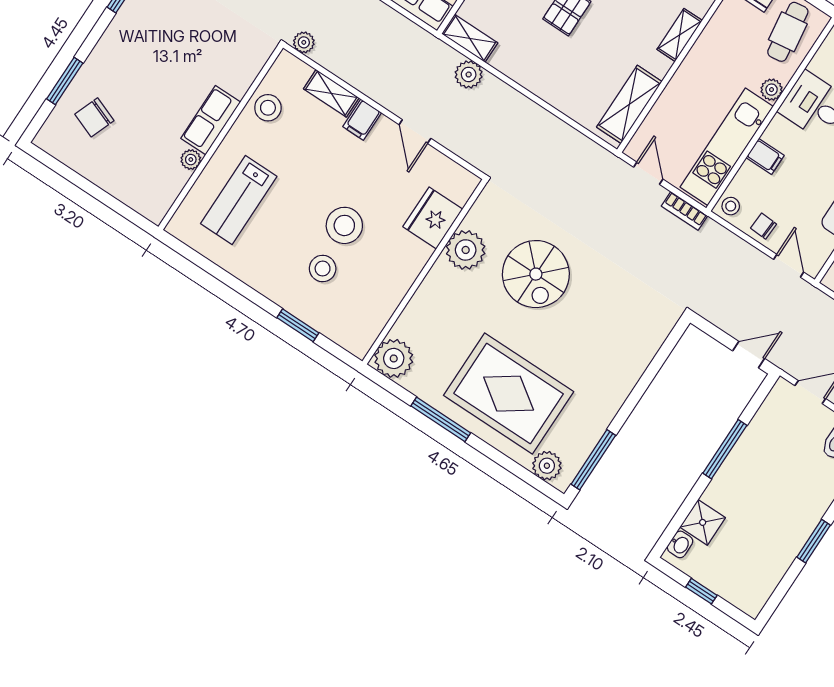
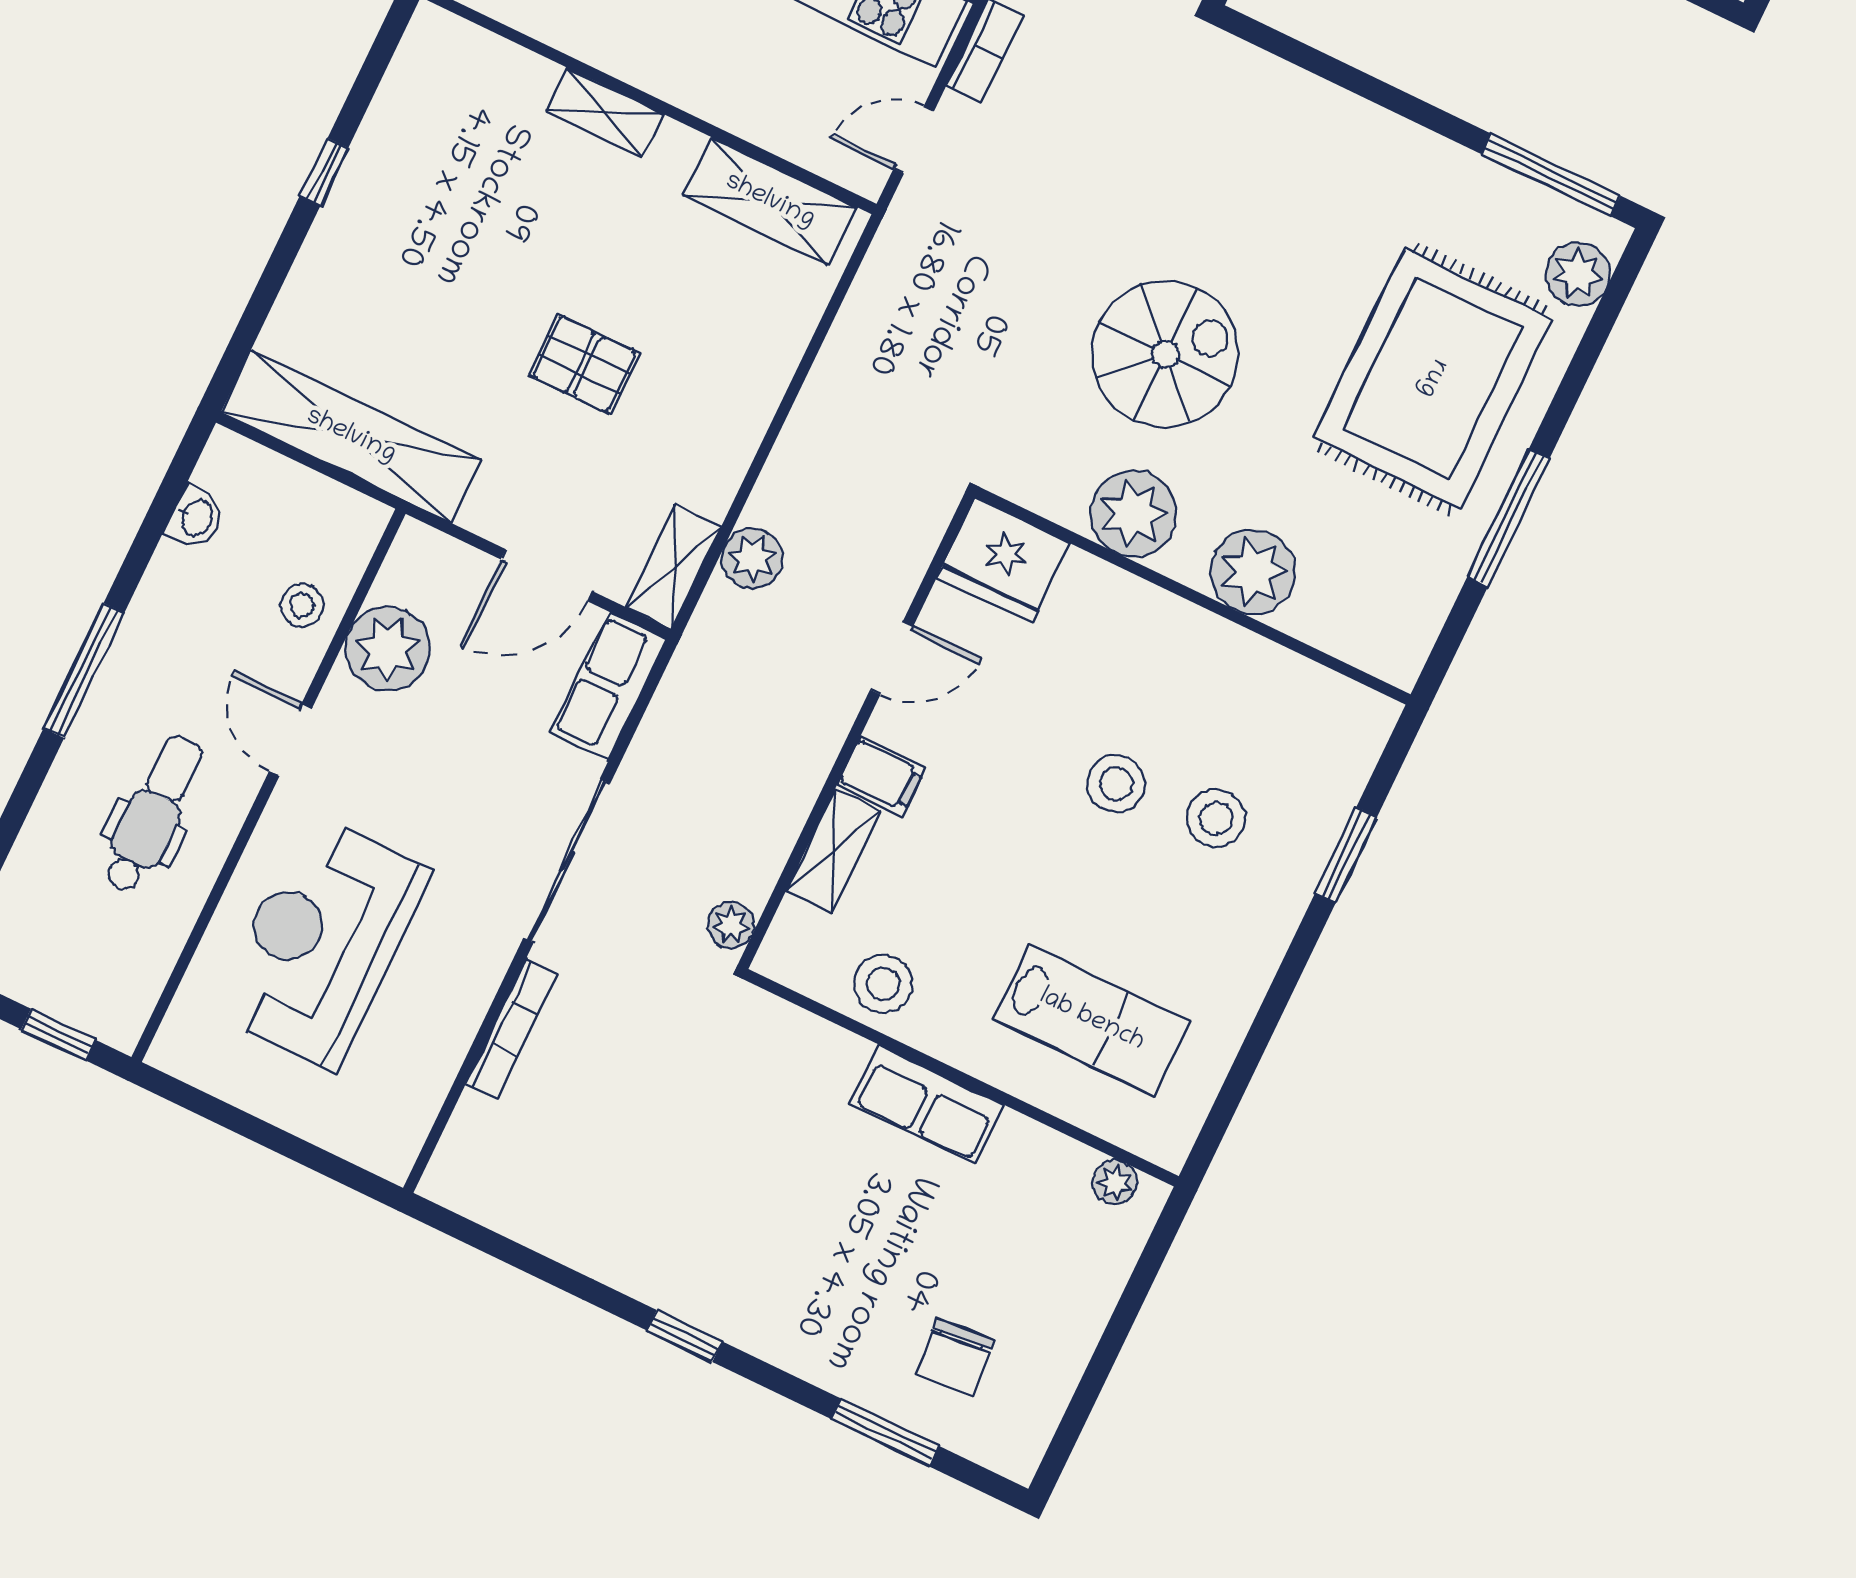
chair: (94, 117) -> (955, 1357), turned 64
plant: (191, 160) -> (1114, 1182), moved
fridge: (433, 218) -> (1003, 560), moved
stool: (344, 225) -> (1116, 784), width x0.73, depth x0.73
plant: (394, 358) -> (1253, 572), moved

